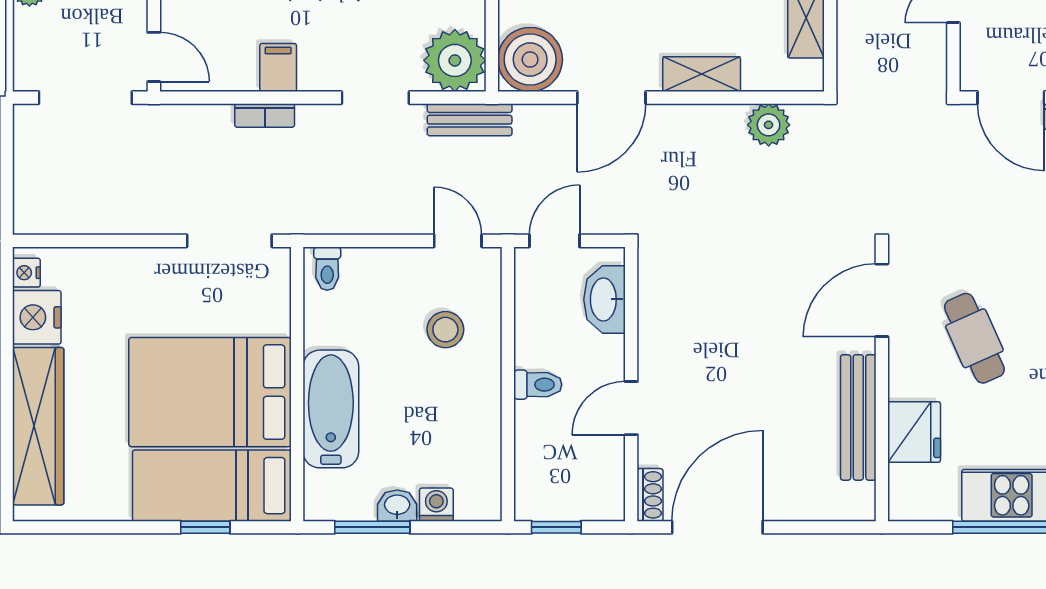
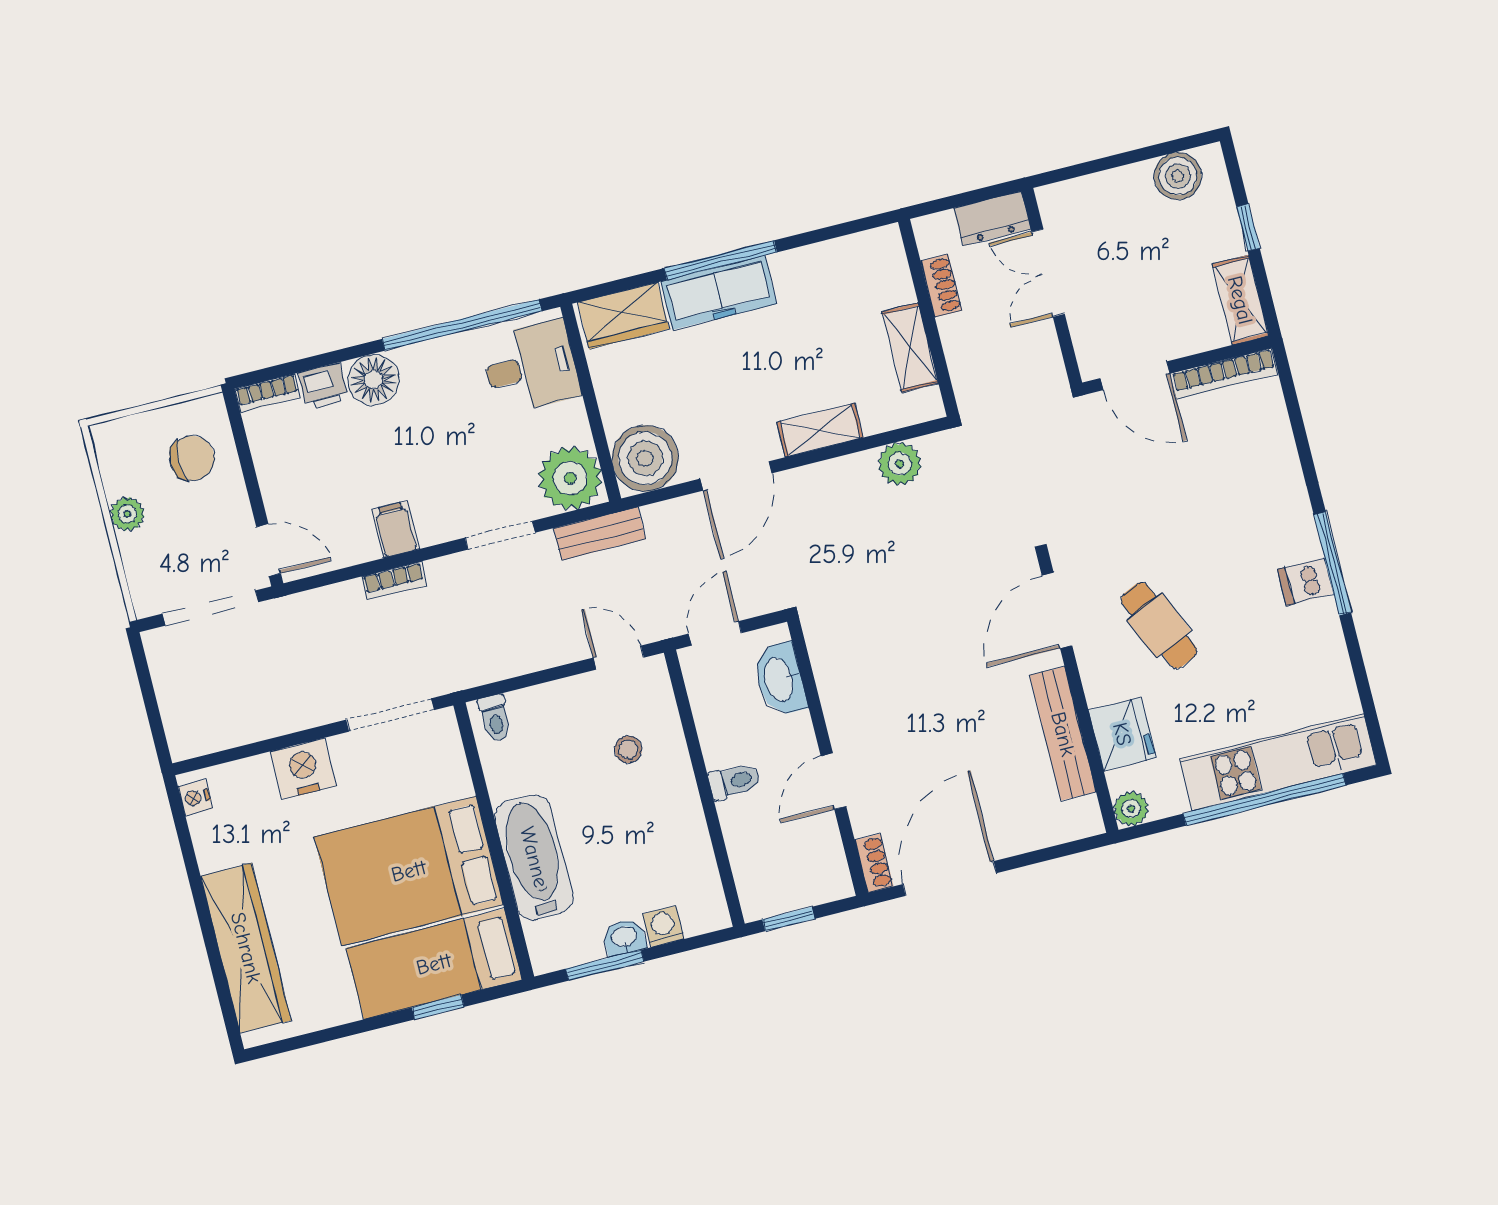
nightstand: (37, 317) -> (303, 769), moved, turned 90
stool: (445, 330) -> (628, 749), width x0.73, depth x0.73
plant: (905, 504) -> (1131, 809), added

